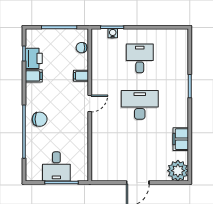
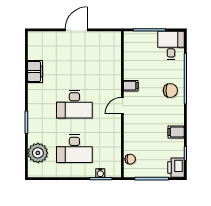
printer: (34, 58) -> (176, 168), moved
desk: (140, 58) -> (74, 149), width x1.37
filing cabinet: (81, 76) -> (131, 86), moved
chair: (40, 119) -> (170, 91), turned 180
desk: (56, 166) -> (171, 45), moved
plant: (178, 171) -> (38, 153), moved

